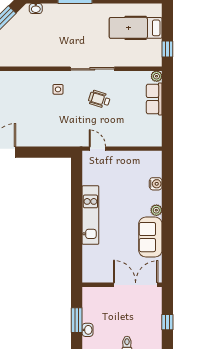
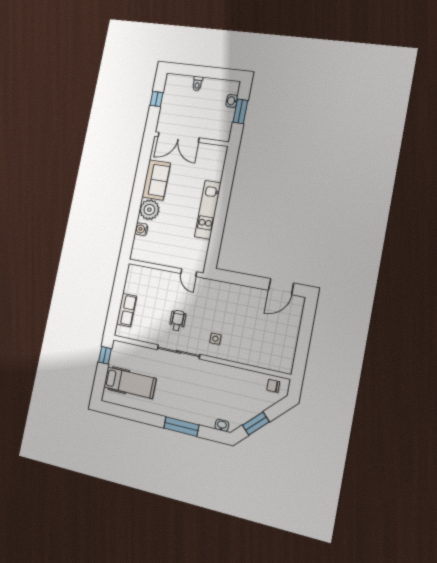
plant: (157, 76) -> (120, 331), removed
wheelchair: (99, 99) -> (178, 320), turned -107
plant: (156, 210) -> (149, 210), width x1.87, depth x1.87

